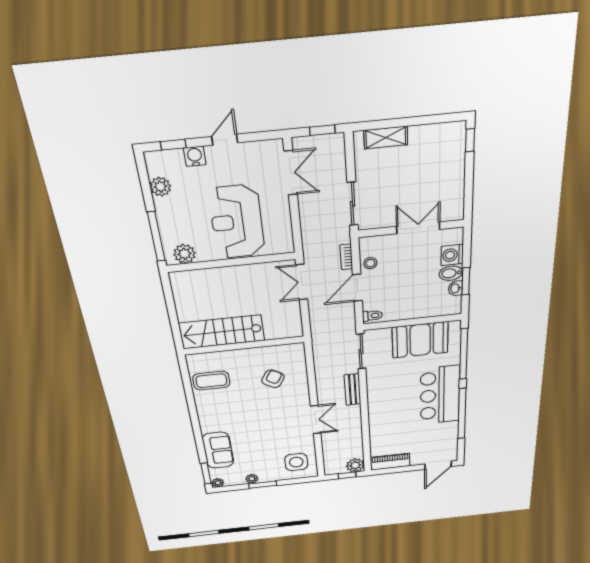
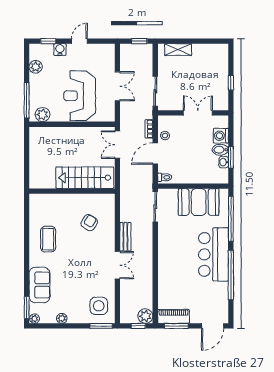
window: (470, 140) -> (231, 83), moved
double door: (291, 173) -> (117, 86), moved
stairs: (222, 332) -> (85, 178), moved
coffee table: (211, 381) -> (48, 239), moved, turned 90
bench: (353, 390) -> (125, 237), moved
window: (394, 470) -> (176, 326), added
window: (263, 485) -> (101, 326), moved

